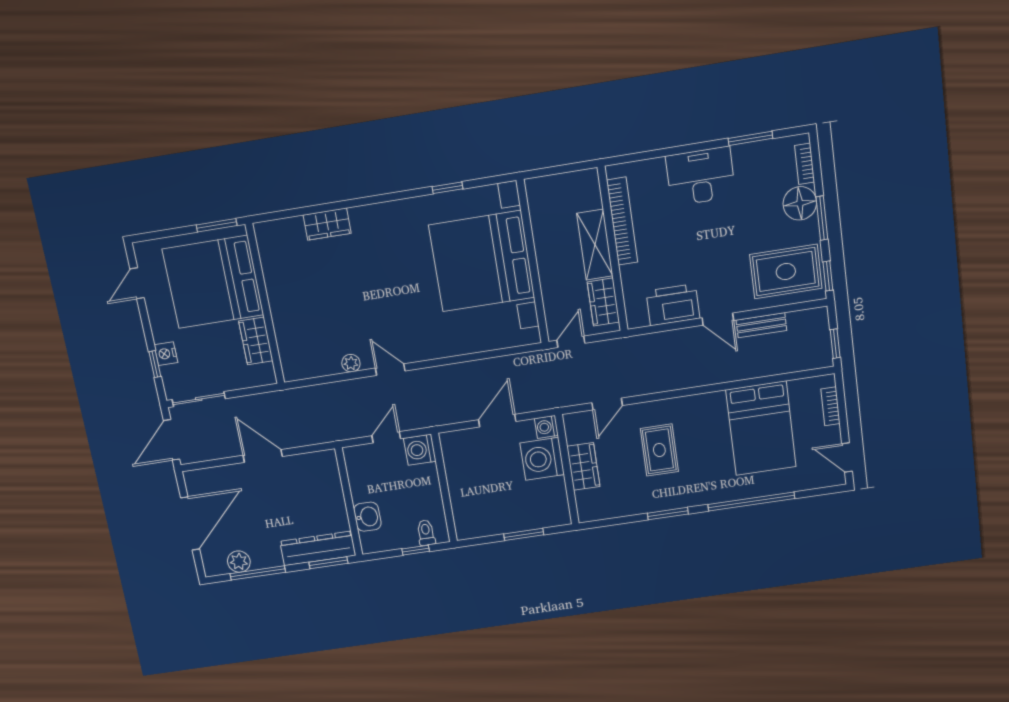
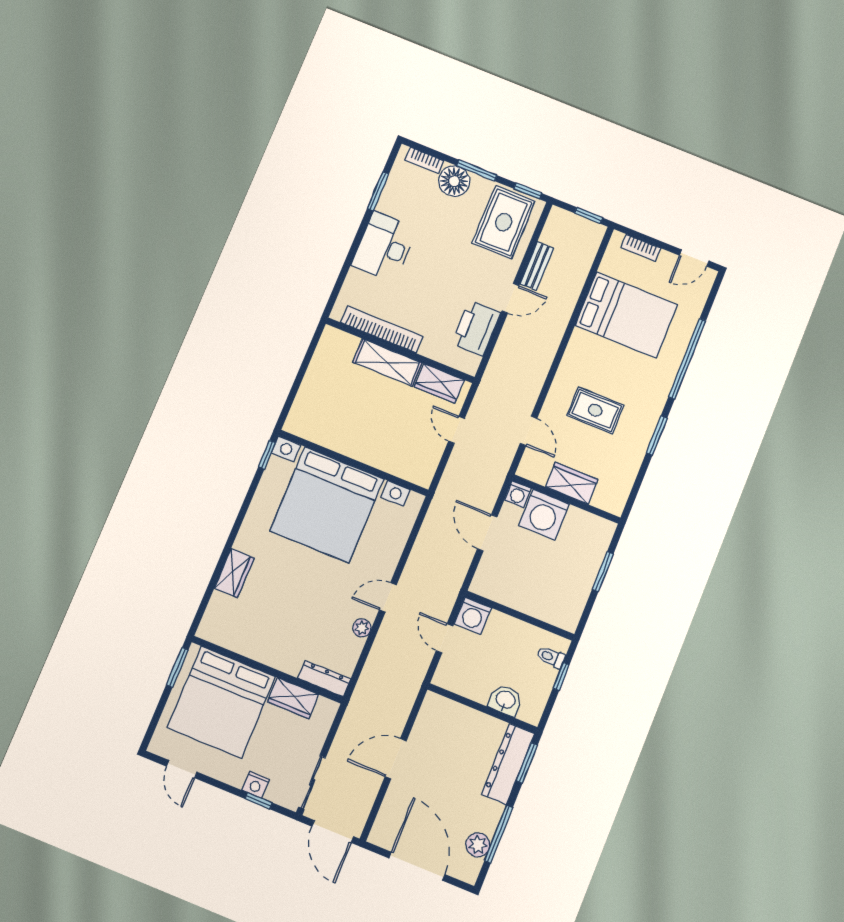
bed with nightstands: (482, 261) -> (327, 505), moved
wall: (533, 262) -> (353, 463), moved
dresser: (289, 357) -> (324, 679), added

